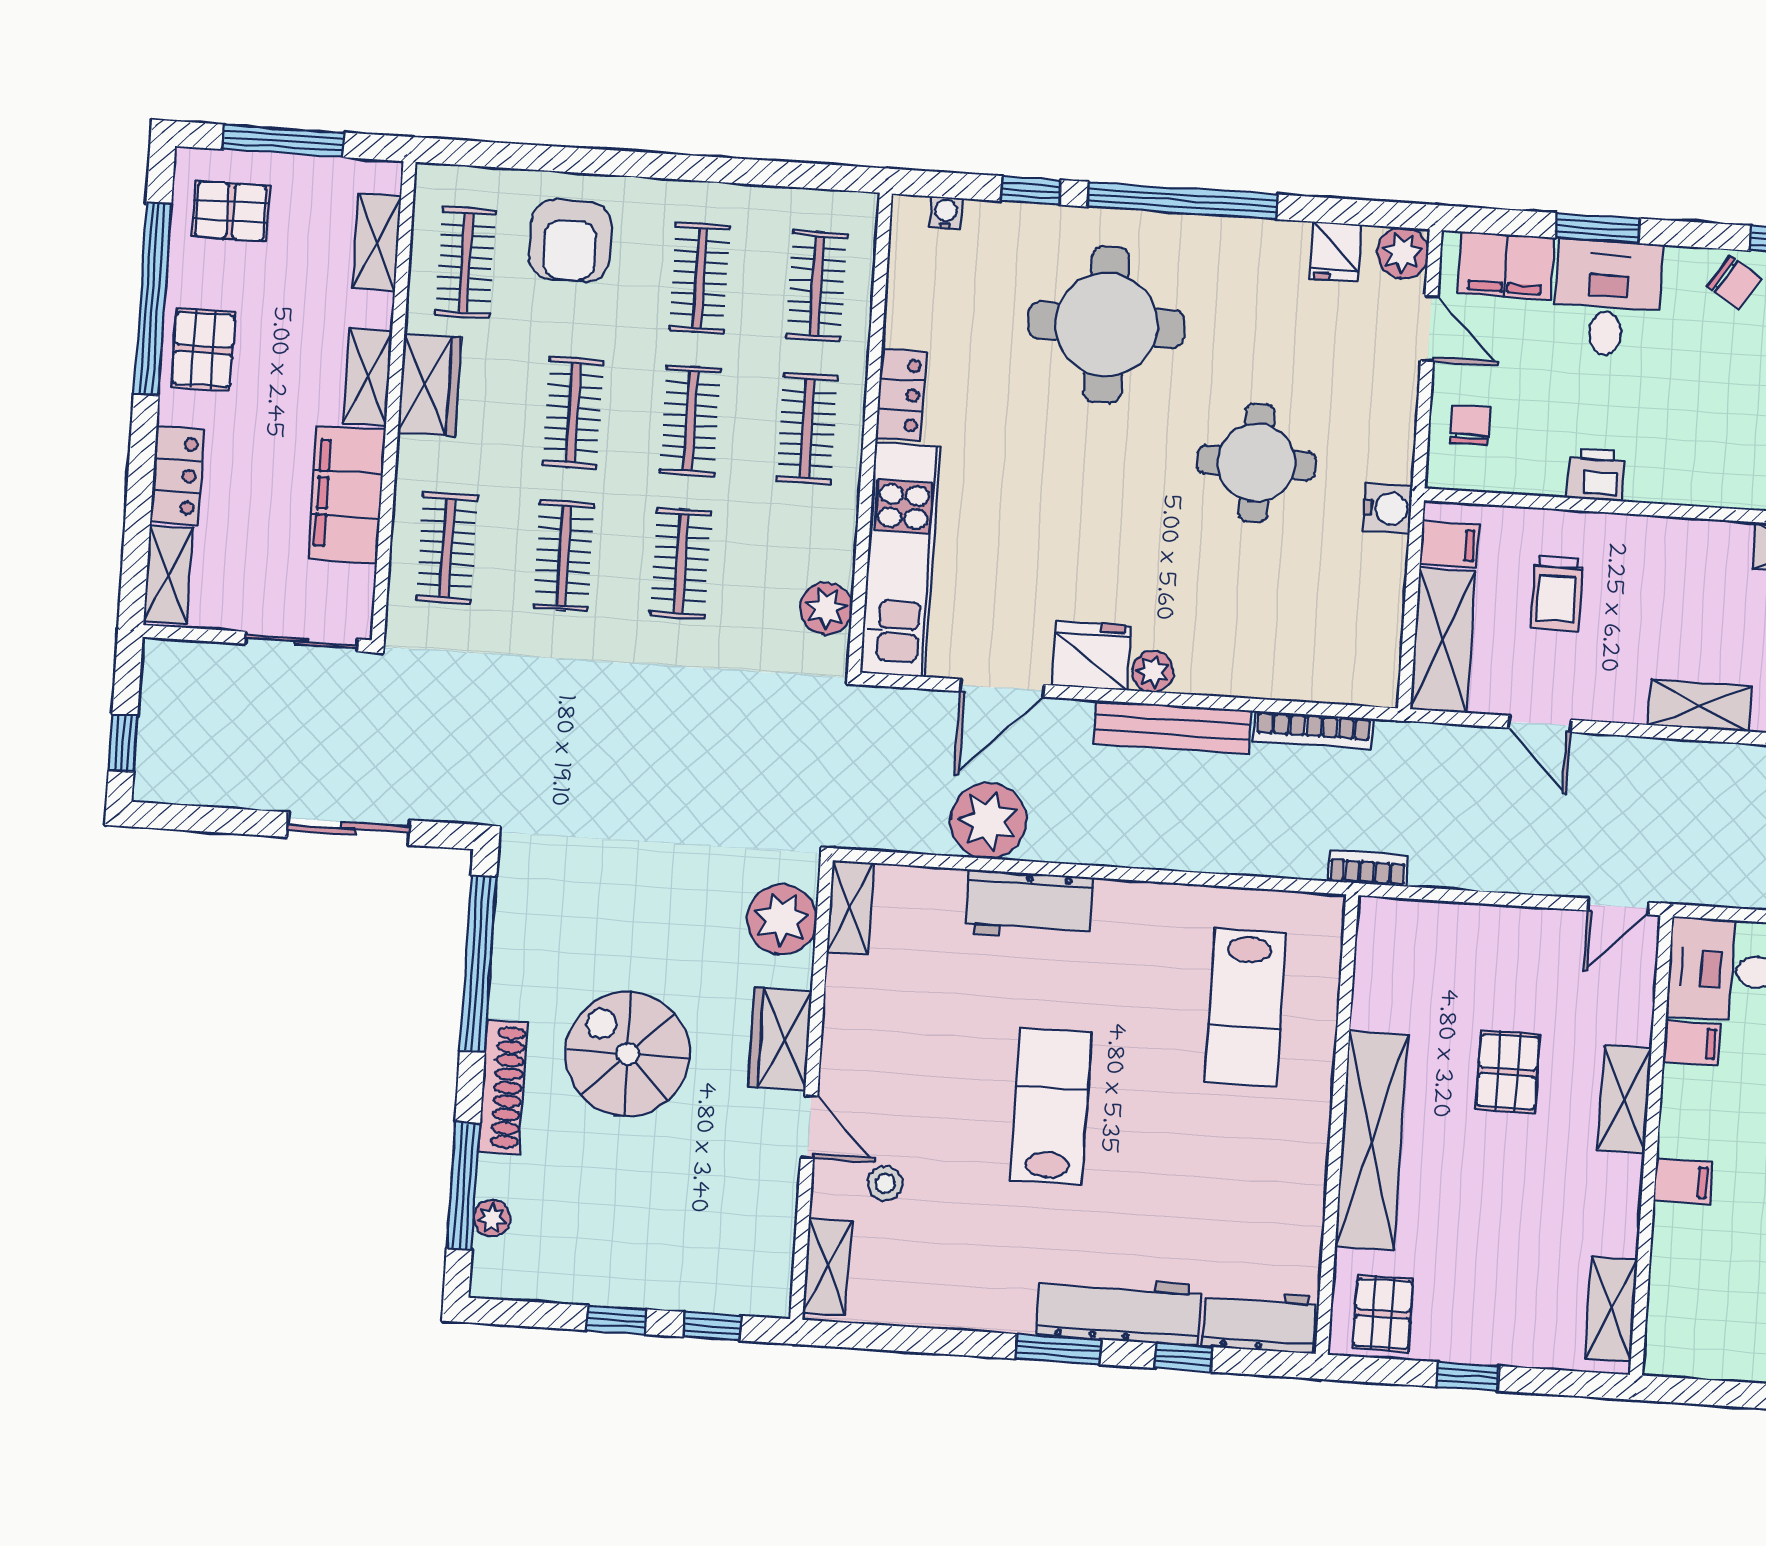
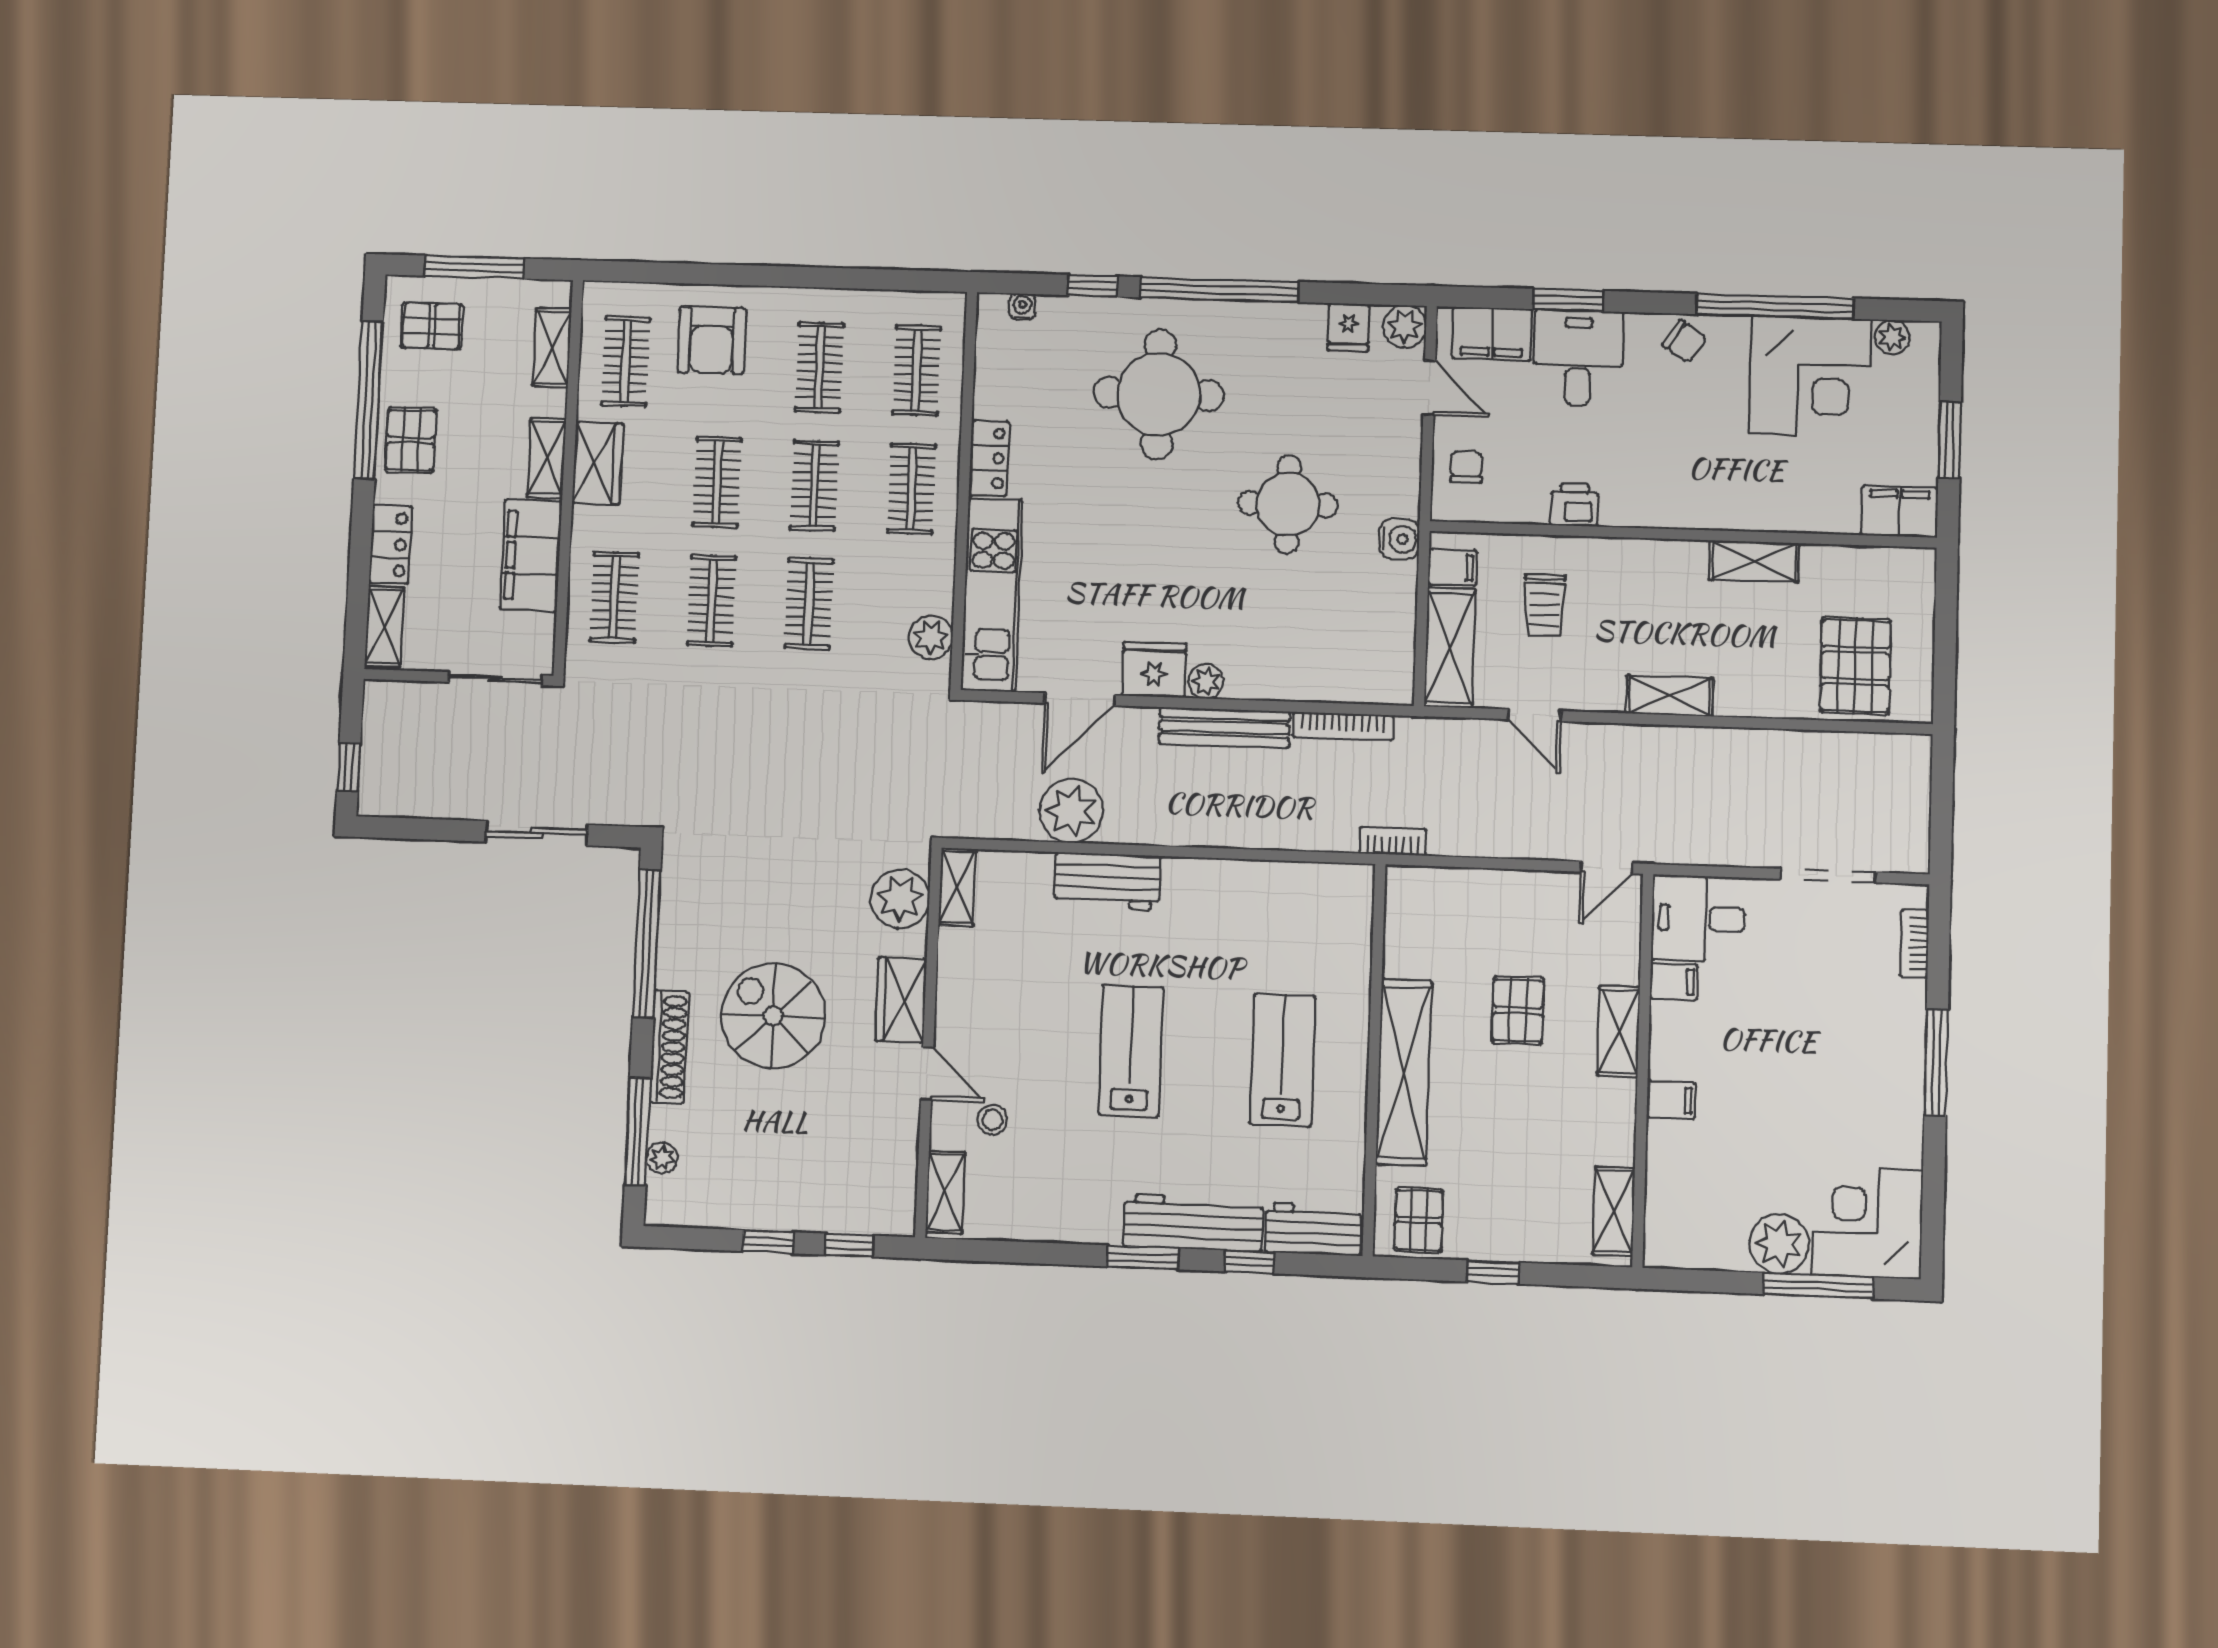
lab bench: (1246, 1008) -> (1283, 1060), moved, turned 180

